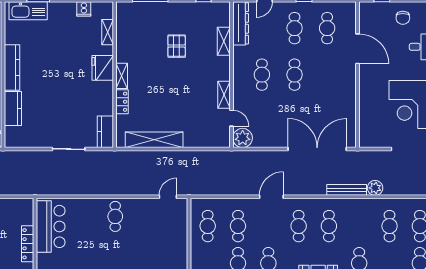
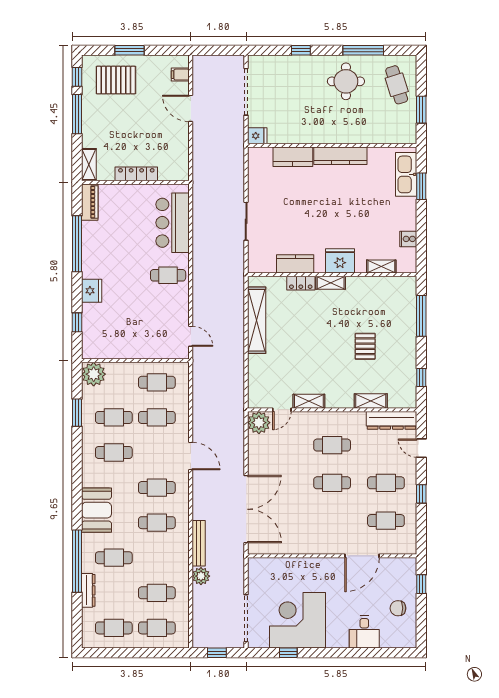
pallet: (177, 46) -> (365, 346), turned 90
kitchen counter: (105, 132) -> (295, 264), moved
bar counter: (51, 226) -> (173, 223), moved, turned 90

